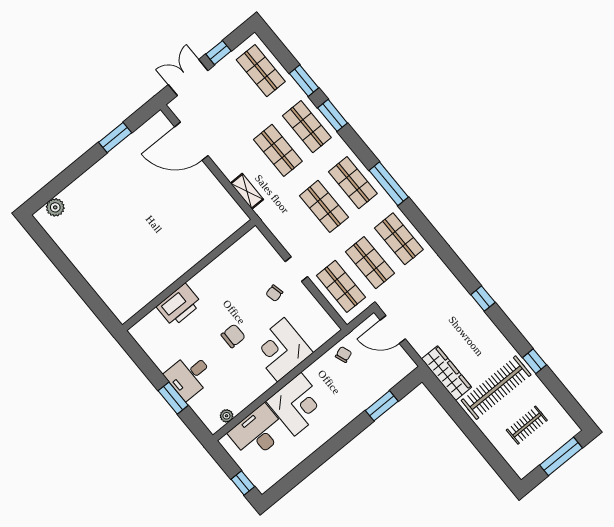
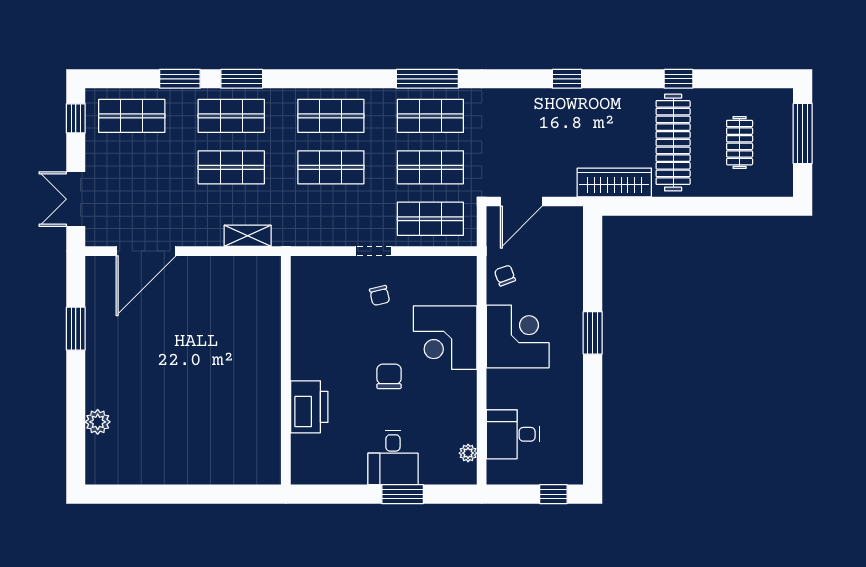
window: (219, 53) -> (76, 118), moved
window: (389, 184) -> (427, 79), moved
plant: (55, 207) -> (98, 422), moved
corner desk: (298, 404) -> (518, 336), moved
window: (382, 406) -> (593, 333), moved
desk: (258, 432) -> (513, 434), width x0.73

